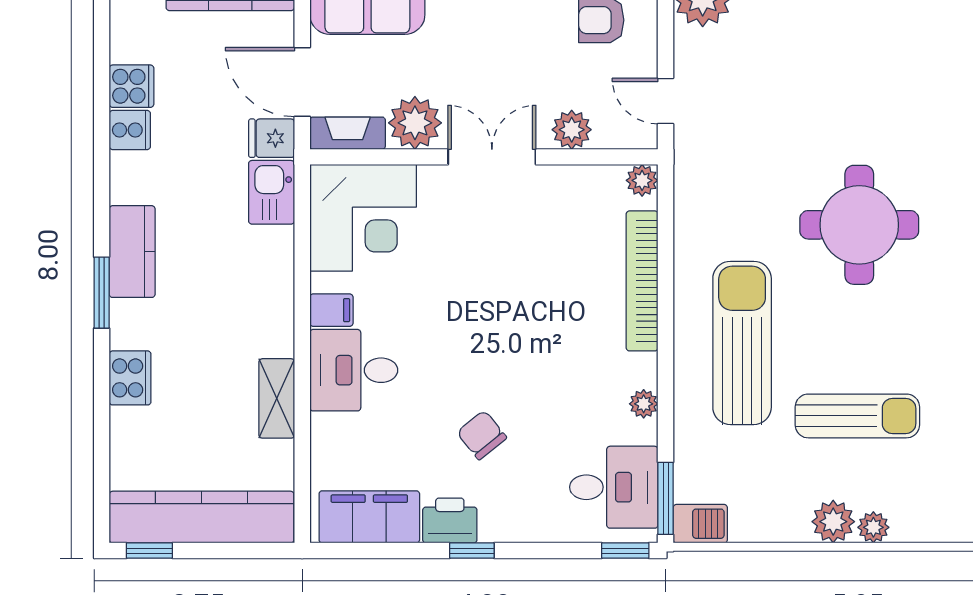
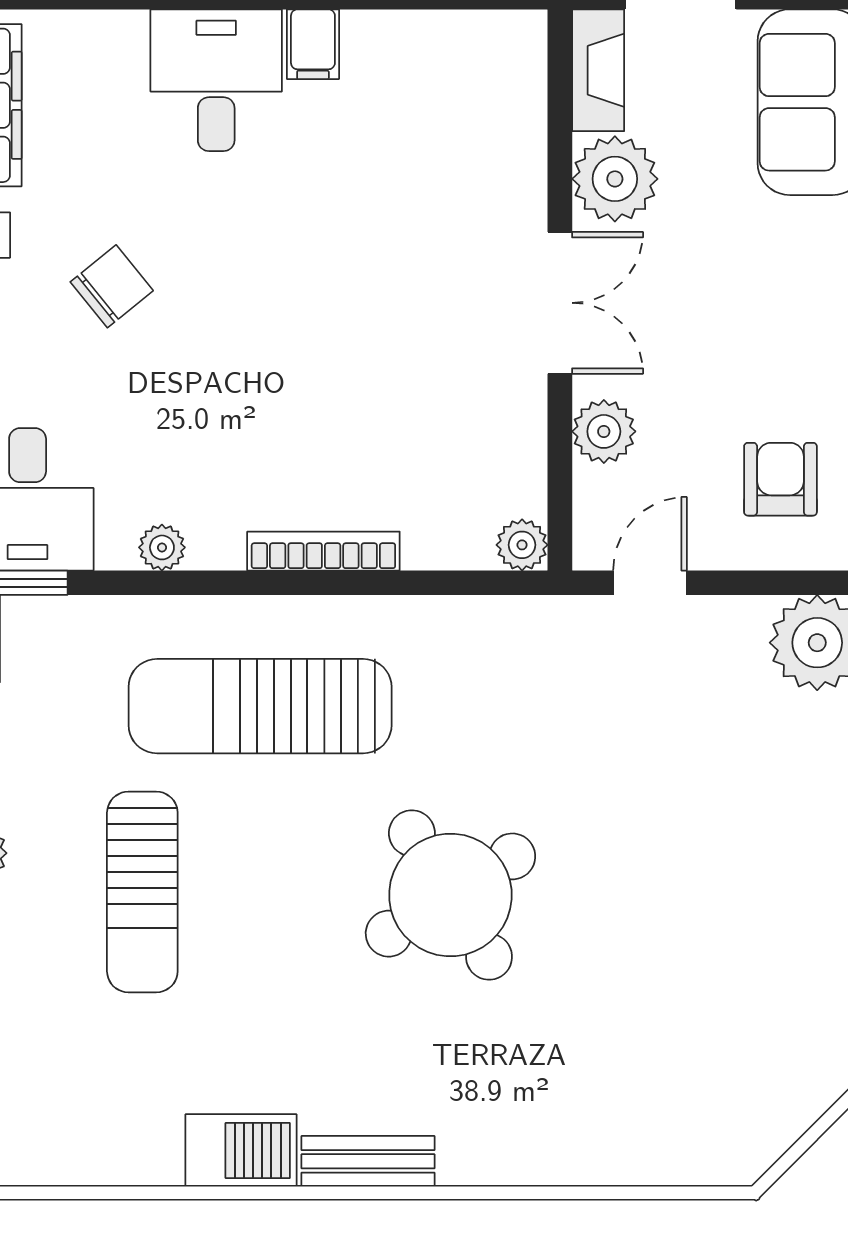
corner desk: (363, 218) -> (462, 95), removed
round table: (859, 225) -> (450, 895), turned -32
bookcase: (642, 281) -> (323, 551), width x0.68, depth x0.76
sun lounger: (742, 343) -> (260, 706), turned 180

